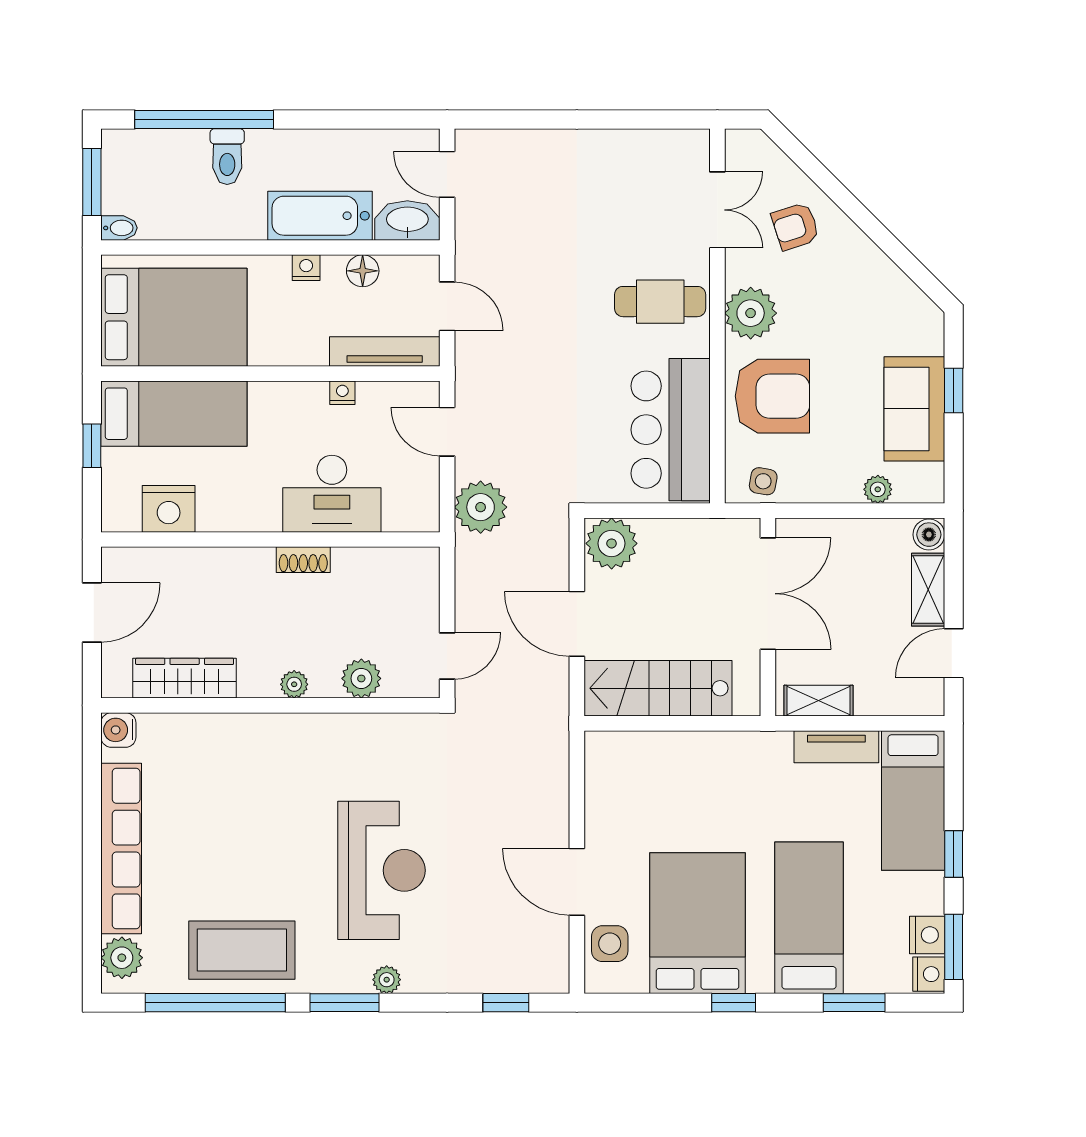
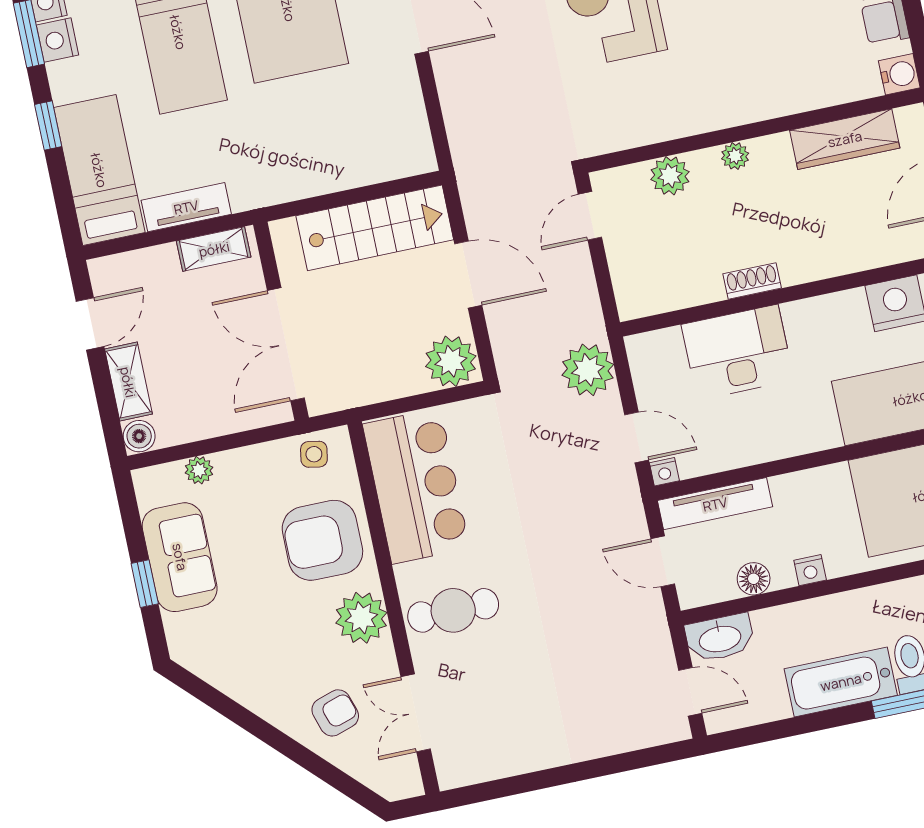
bathtub: (320, 216) -> (841, 682), moved, turned 180
nightstand: (342, 393) -> (664, 472), moved

